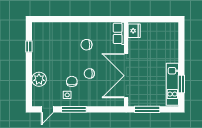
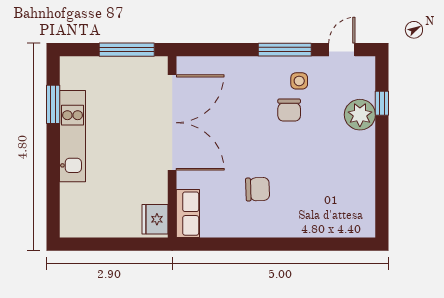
window: (29, 47) -> (382, 103), moved
chair: (89, 74) -> (251, 127), removed
kitchen unit: (172, 84) -> (73, 136), moved

